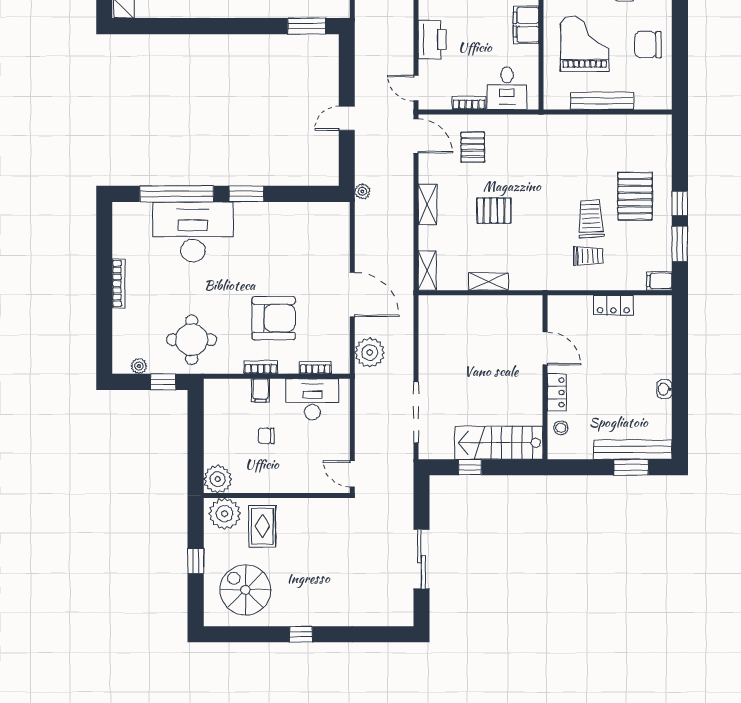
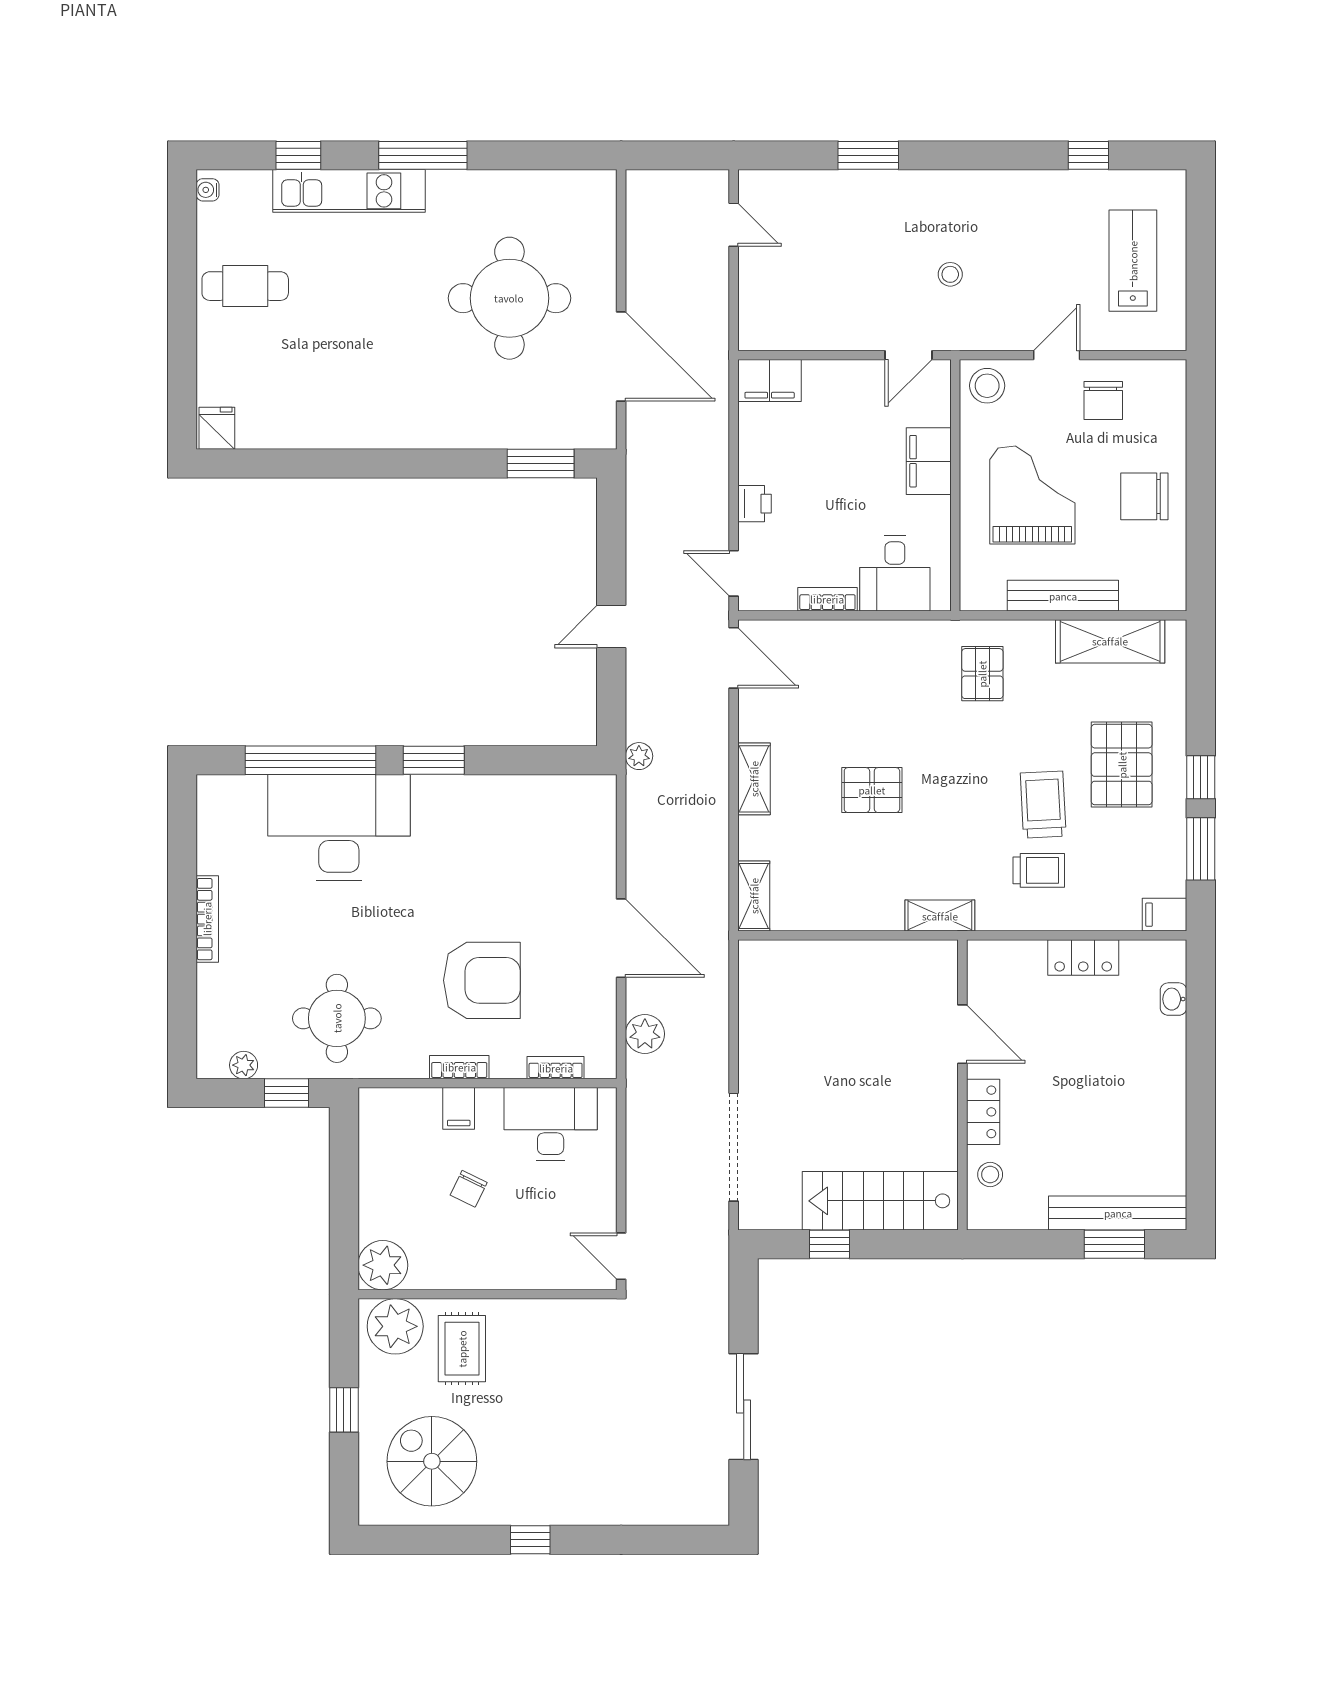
printer: (432, 40) -> (755, 504), width x0.53, depth x0.68
shelving: (629, 127) -> (1110, 641), added
pallet: (473, 147) -> (982, 674), moved
shelving: (488, 282) -> (940, 916), moved
plant: (370, 352) -> (645, 1034), width x0.73, depth x0.73
washbasin: (664, 389) -> (1174, 999), moved
chair: (266, 436) -> (469, 1189), turned -64

